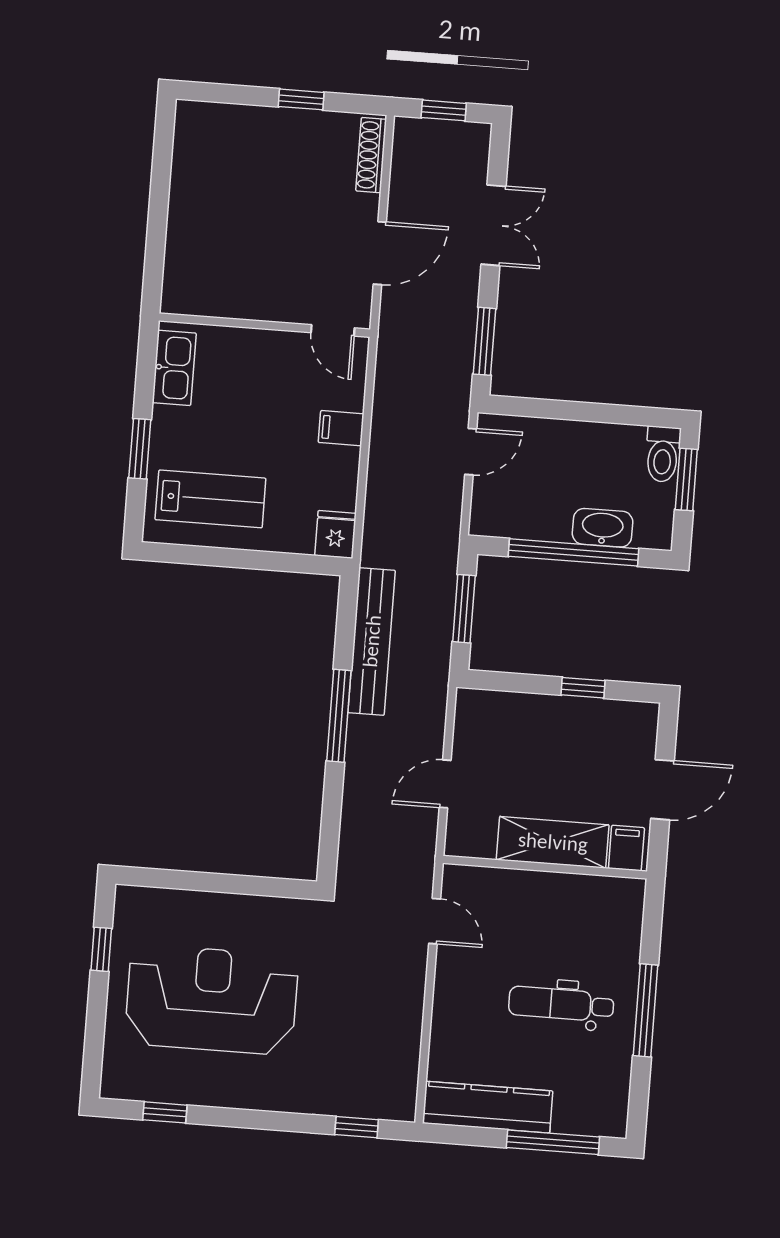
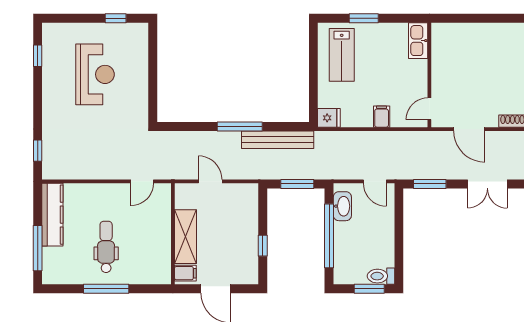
kitchen sink: (174, 368) -> (418, 41), moved, turned 90
washbasin: (603, 528) -> (342, 206), moved
reception desk: (212, 1000) -> (95, 74), width x0.74, depth x0.77

